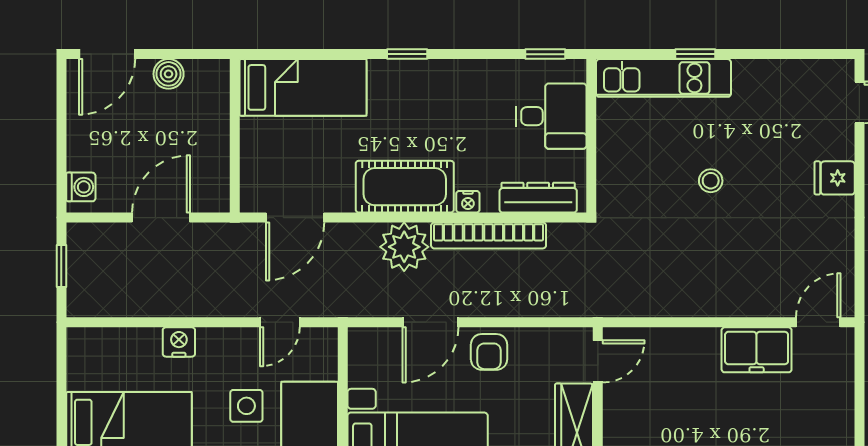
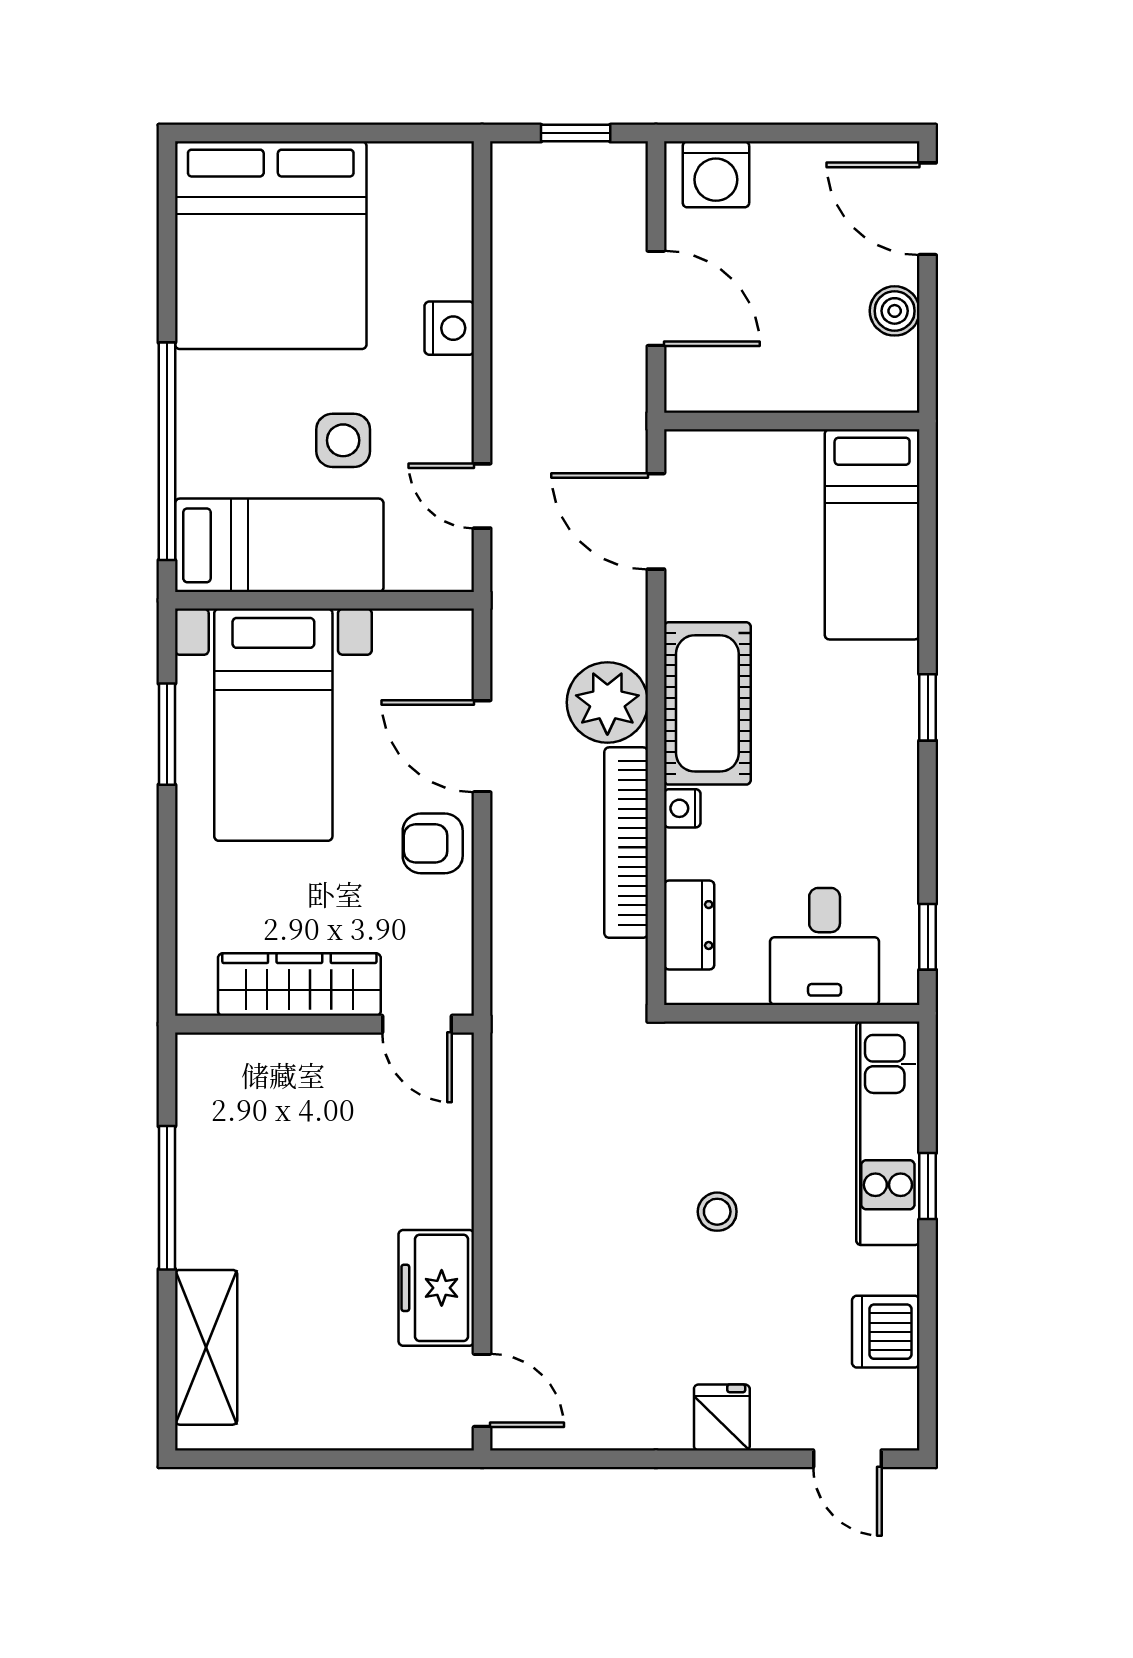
dishwasher: (783, 79) -> (886, 1332), added
washing machine: (81, 187) -> (716, 174), width x1.38, depth x1.38
dresser: (538, 198) -> (689, 925), width x0.70

